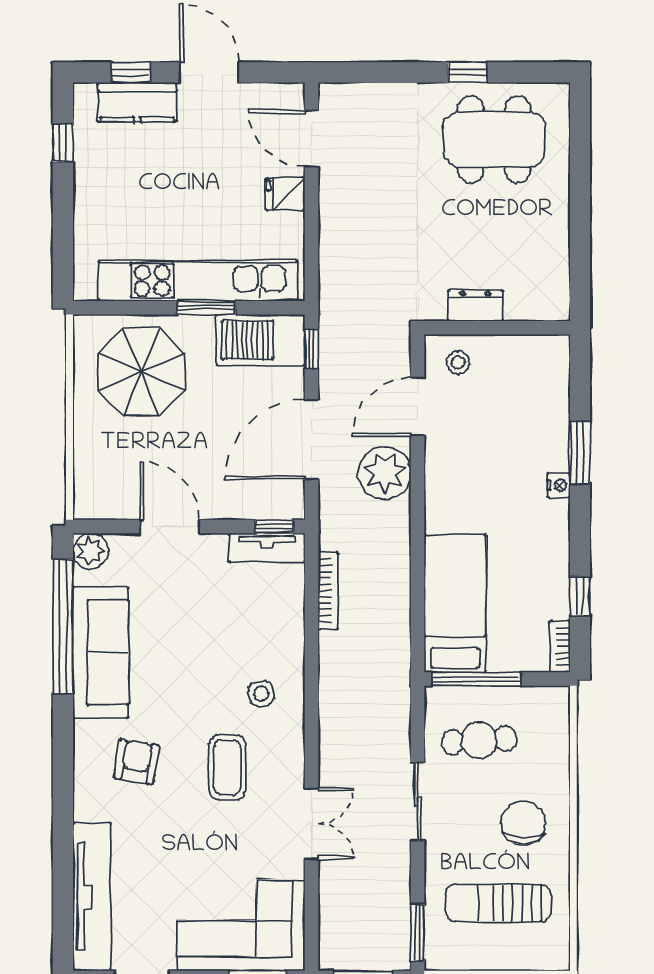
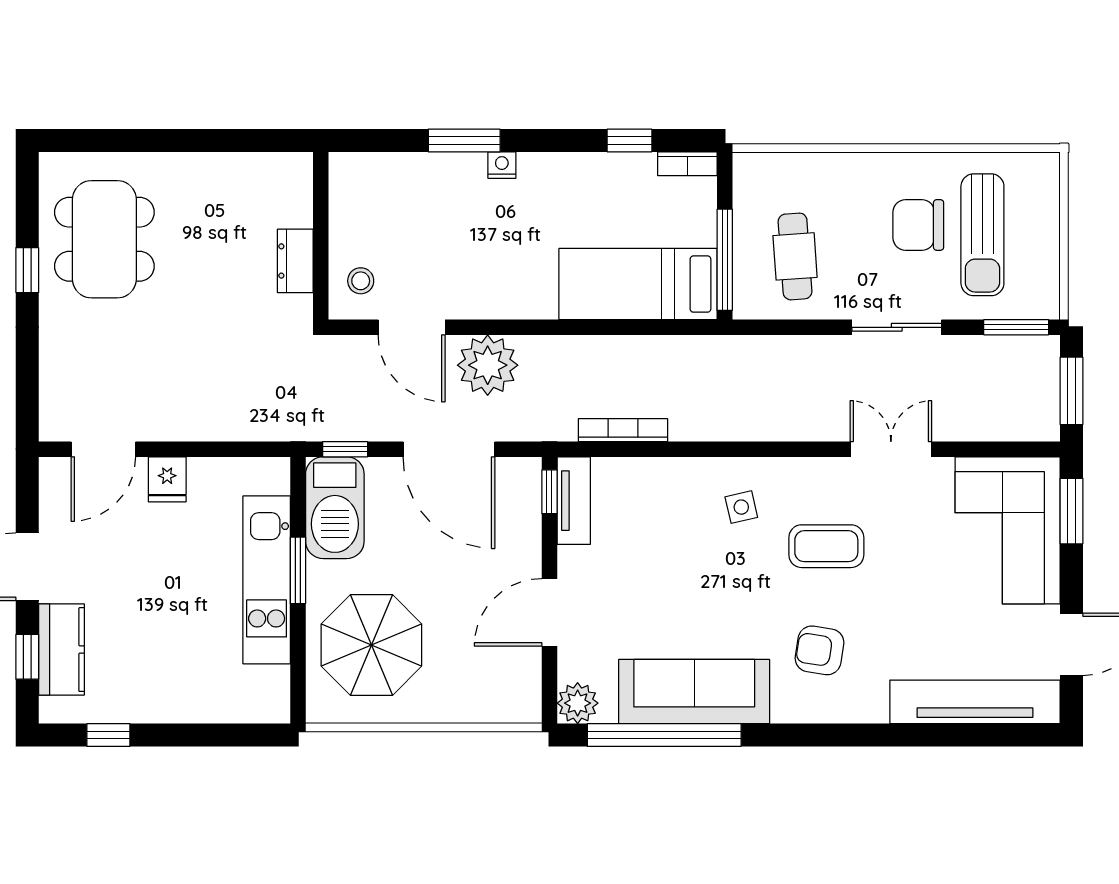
kitchen unit: (198, 281) -> (267, 580), width x0.73
sliding door: (418, 802) -> (897, 327), moved
chair: (523, 823) -> (918, 225), moved

